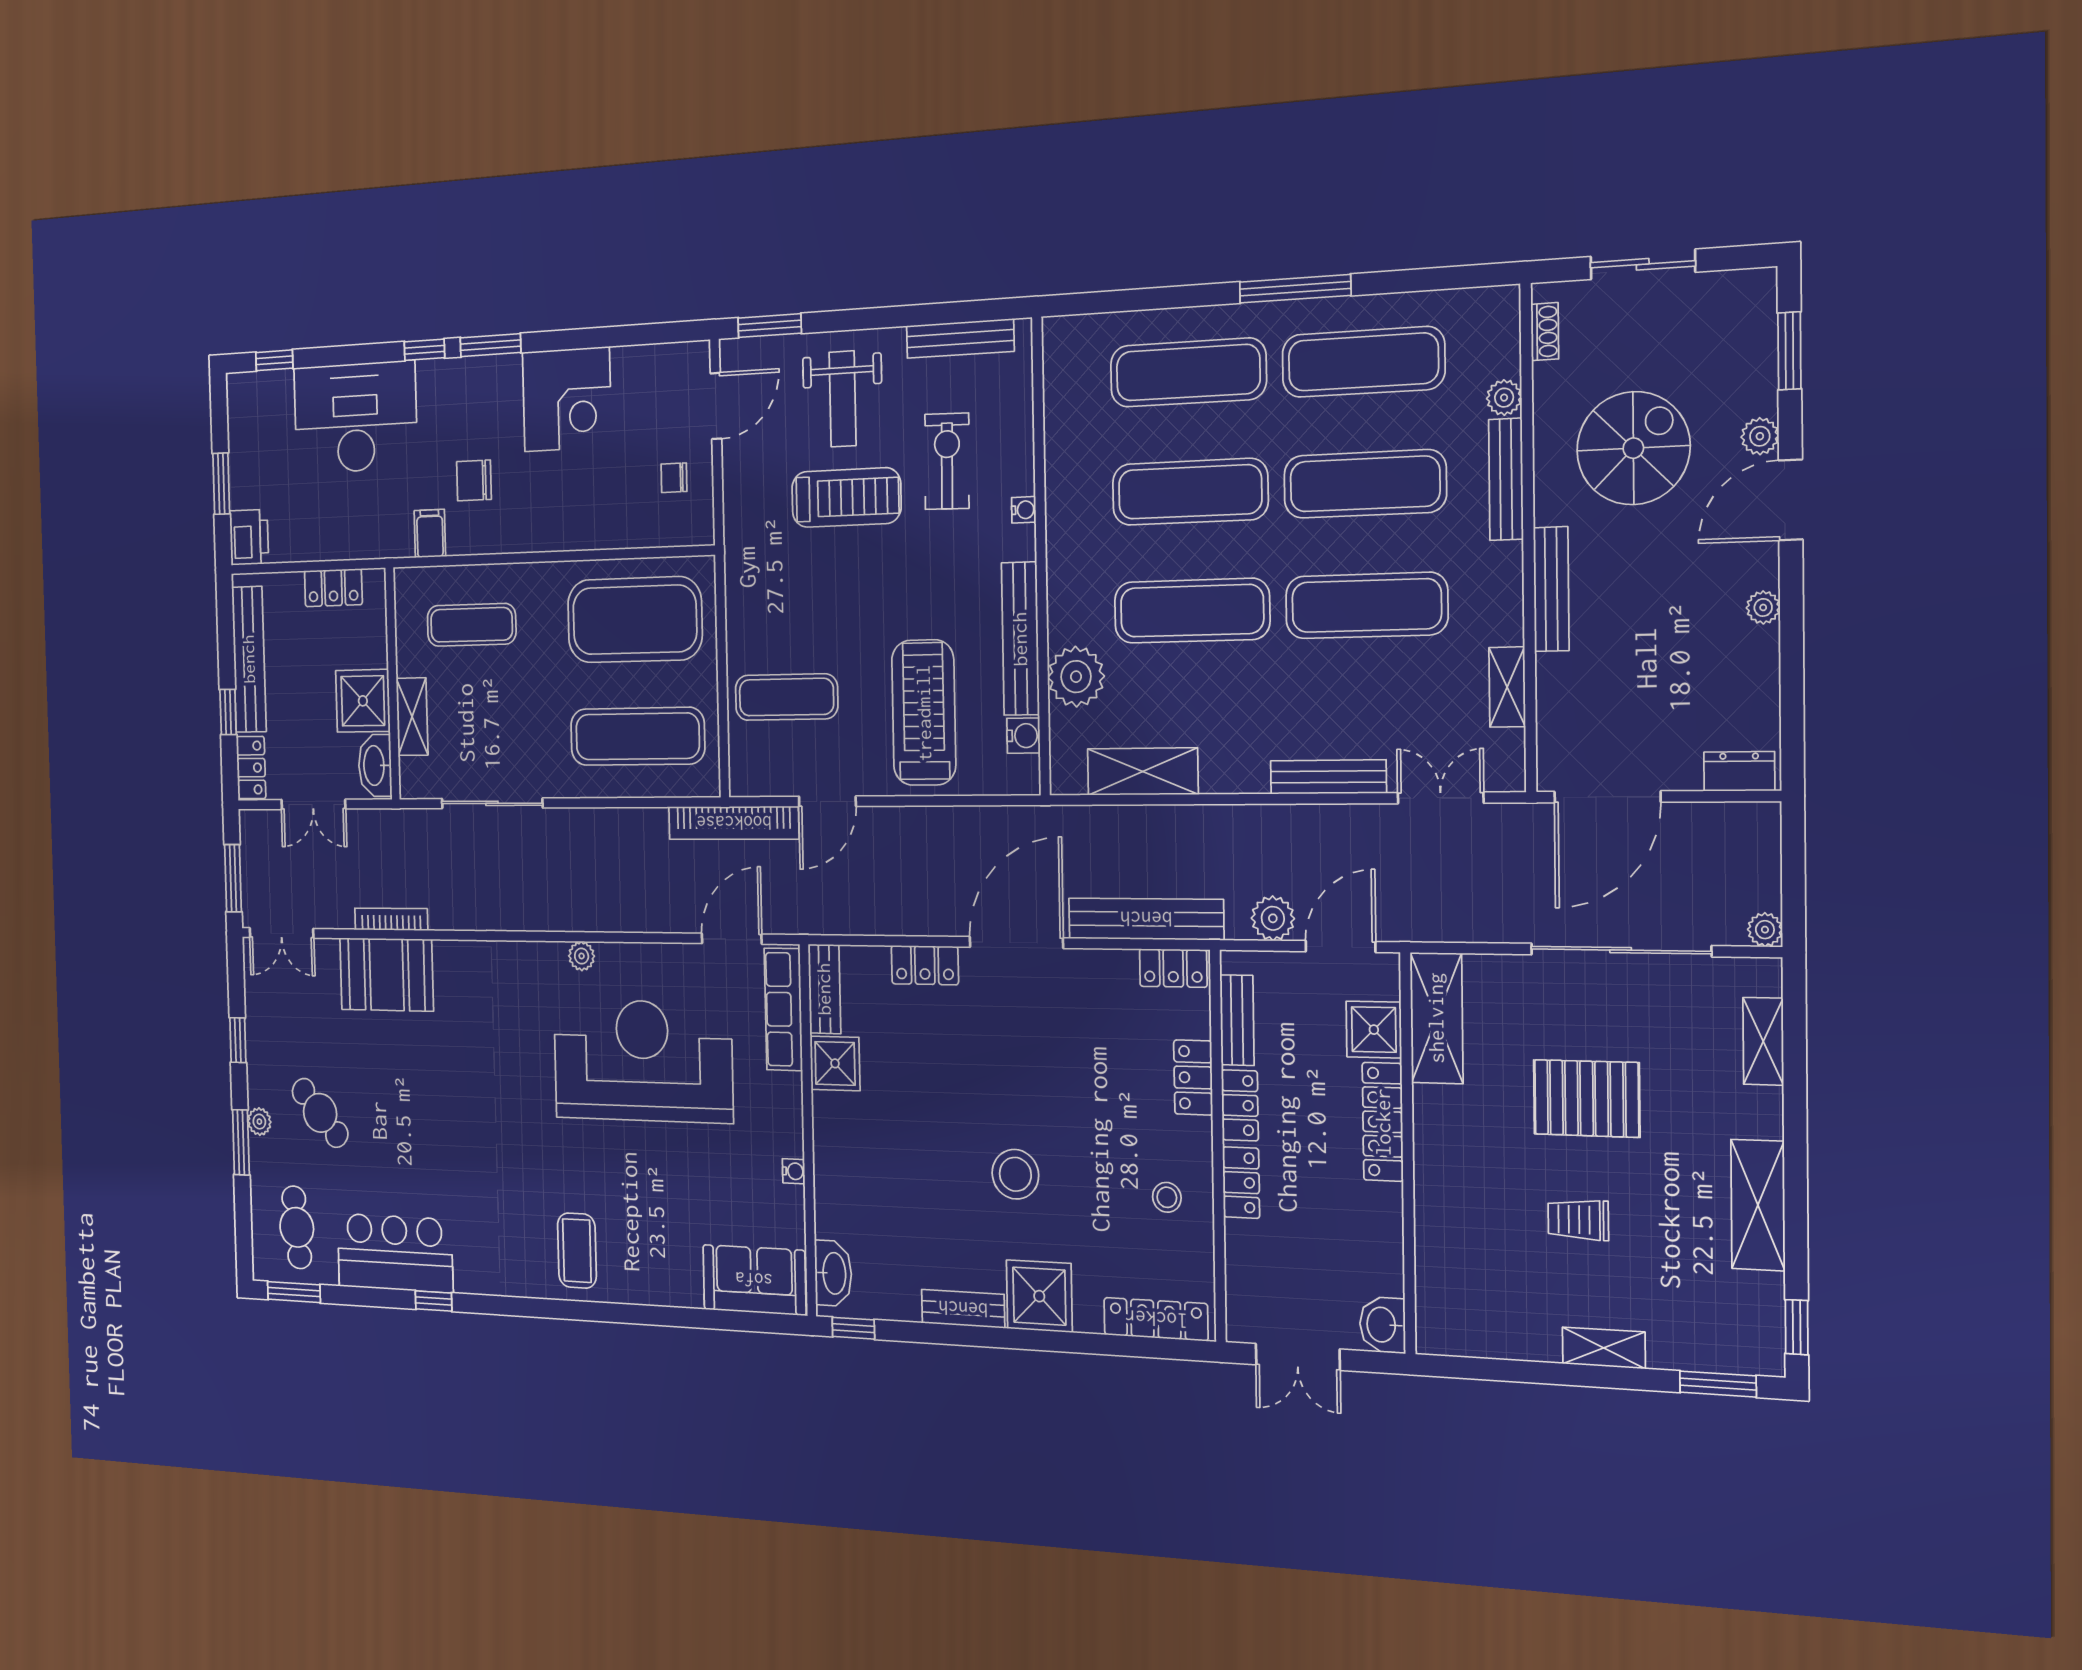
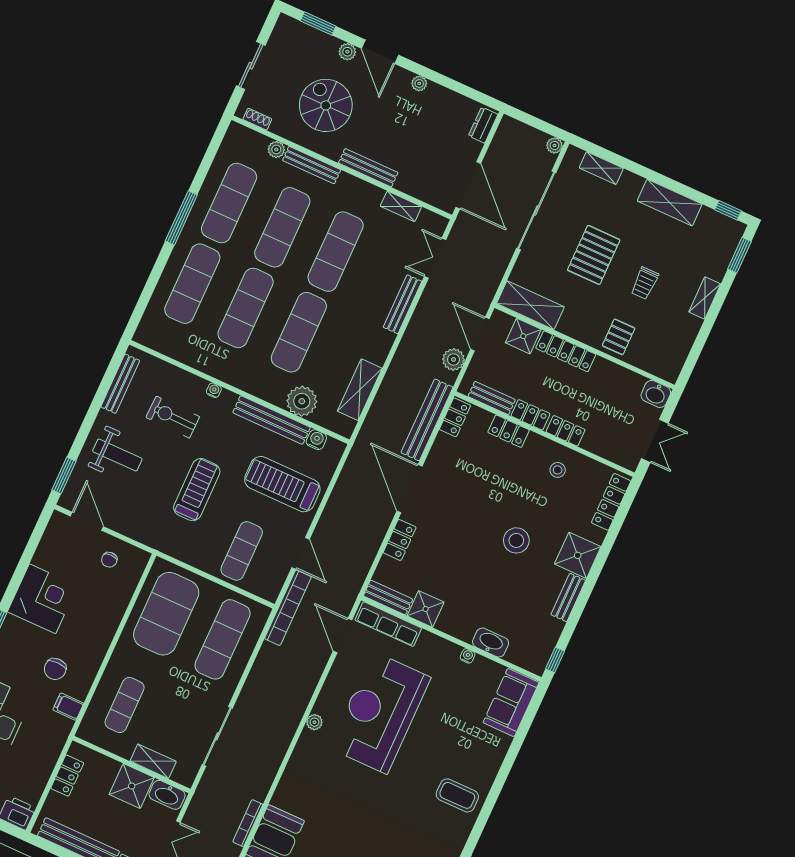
treadmill: (846, 497) -> (197, 490), moved
pallet: (1455, 1211) -> (619, 337), added
washbasin: (833, 1273) -> (491, 643), moved

